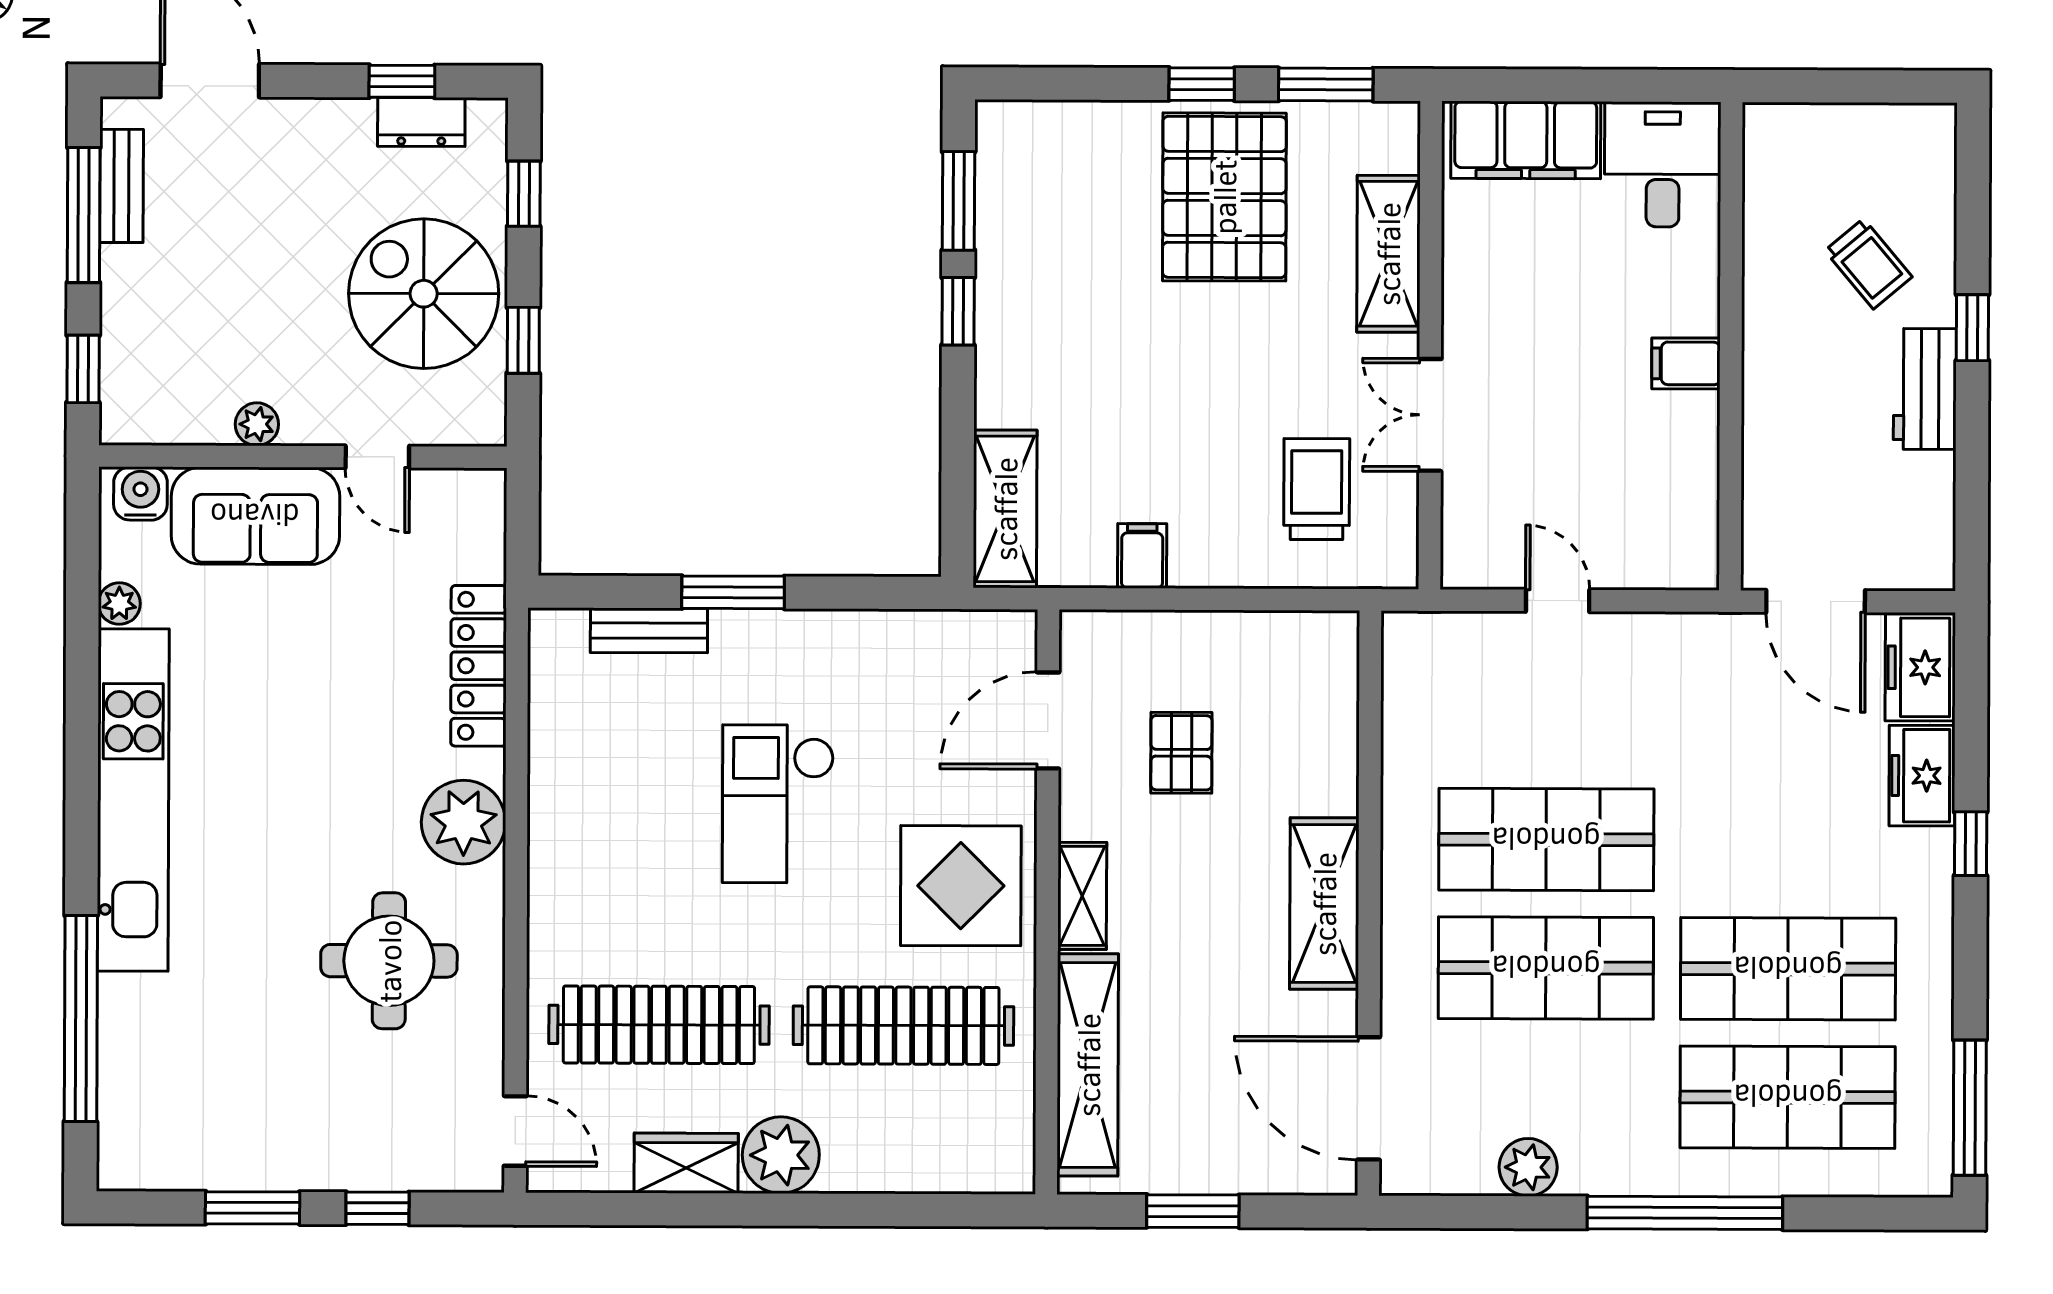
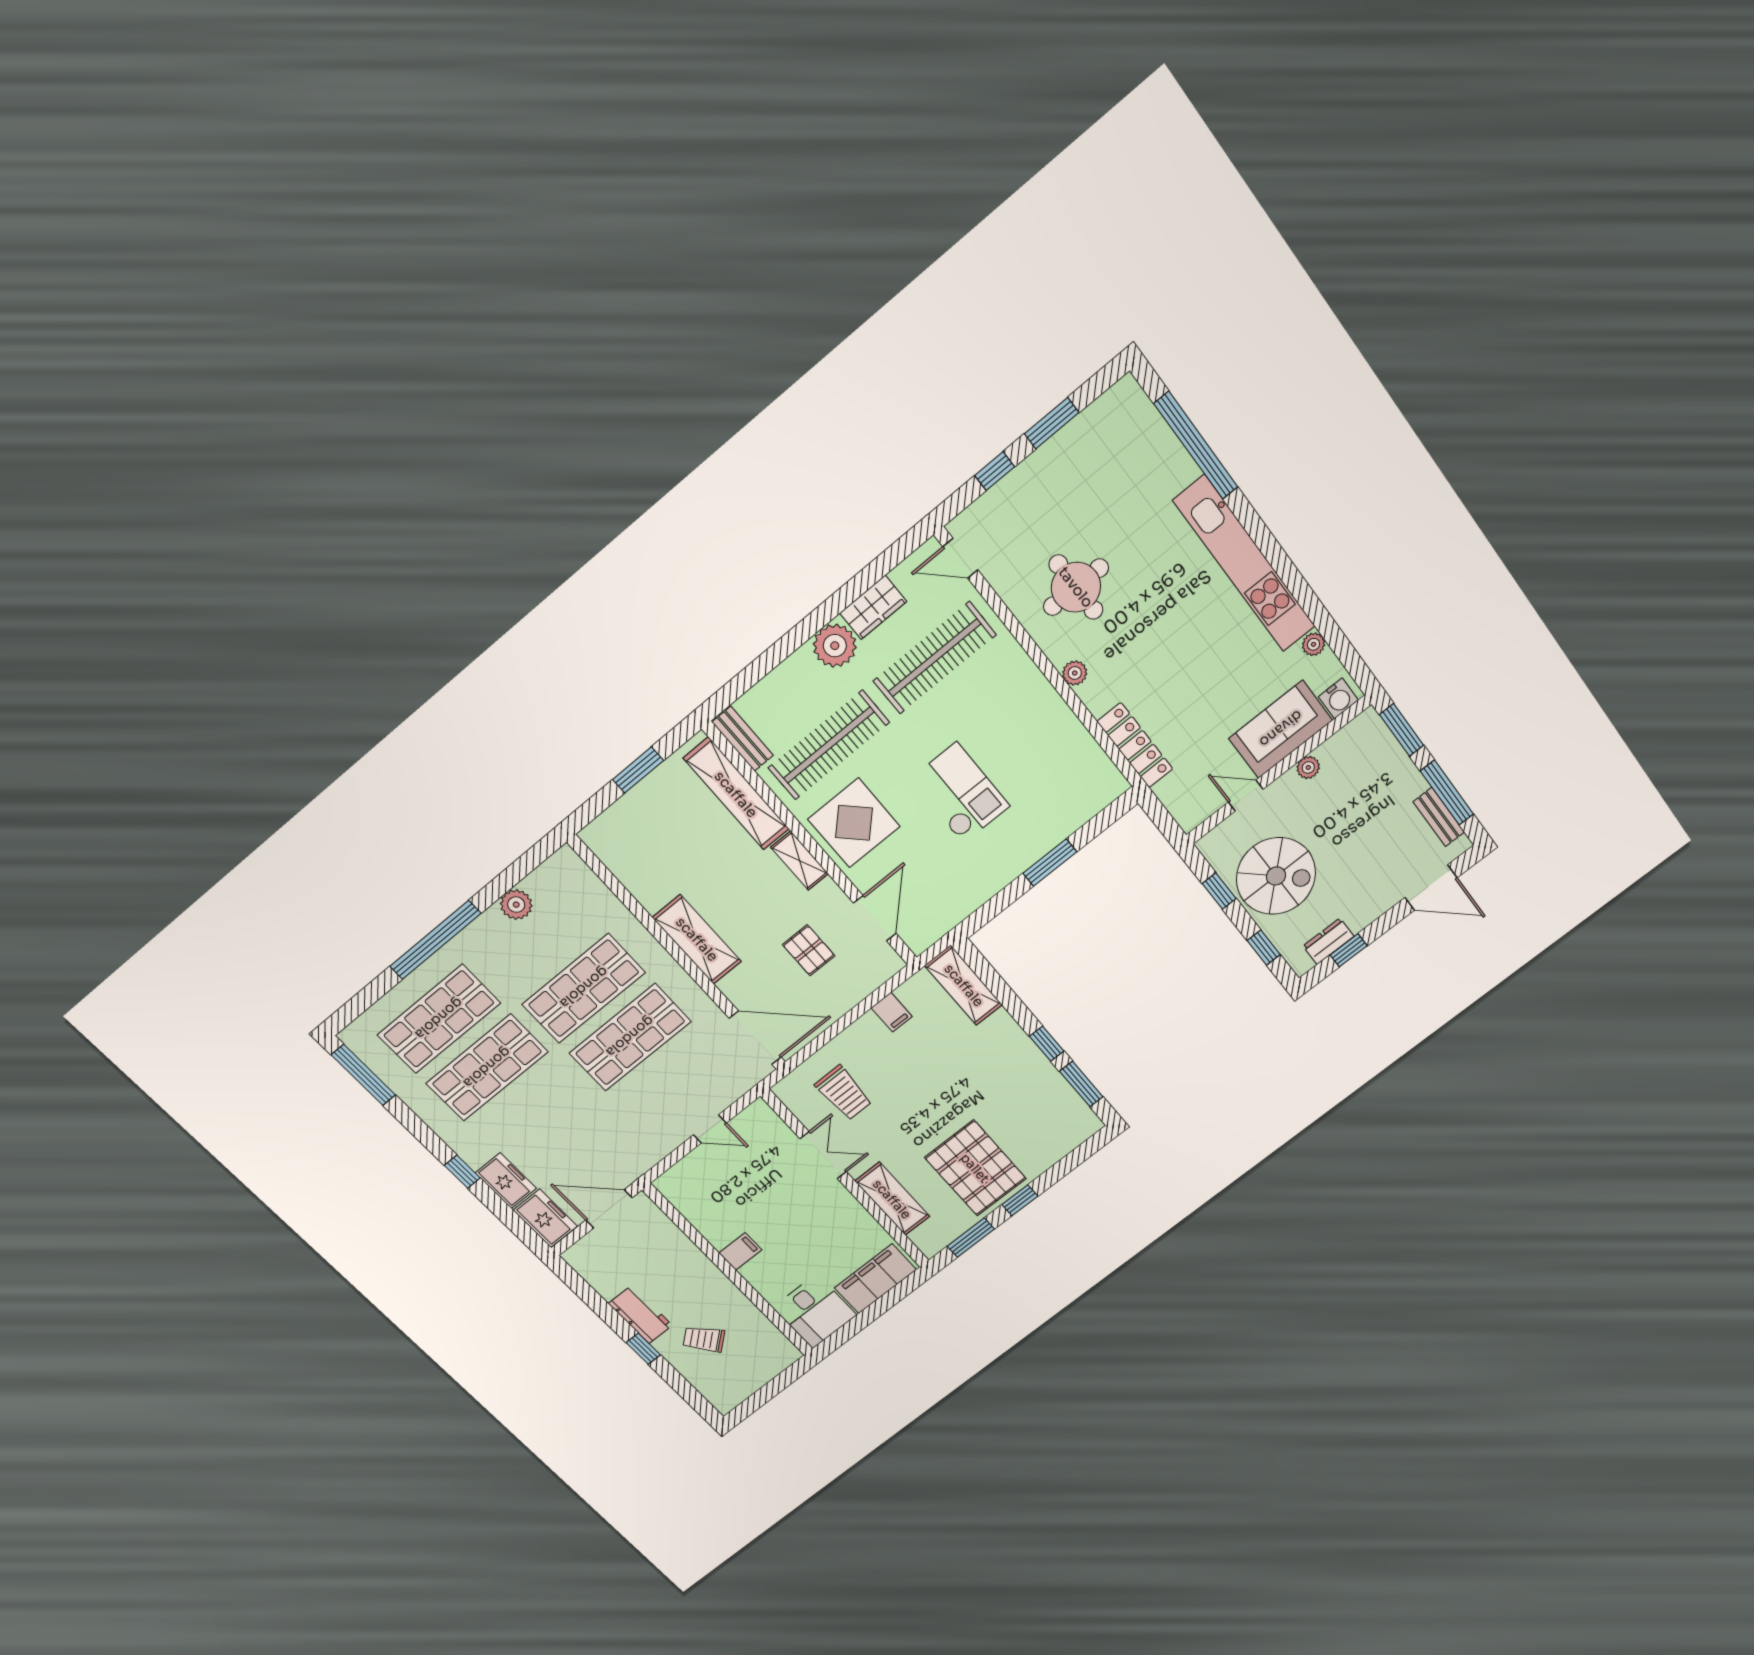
window: (83, 369) -> (1402, 730), width x1.50
bench: (649, 630) -> (743, 739), moved, turned 90
plant: (463, 822) -> (1075, 673), width x0.53, depth x0.53
door: (1369, 1098) -> (755, 1038), moved

